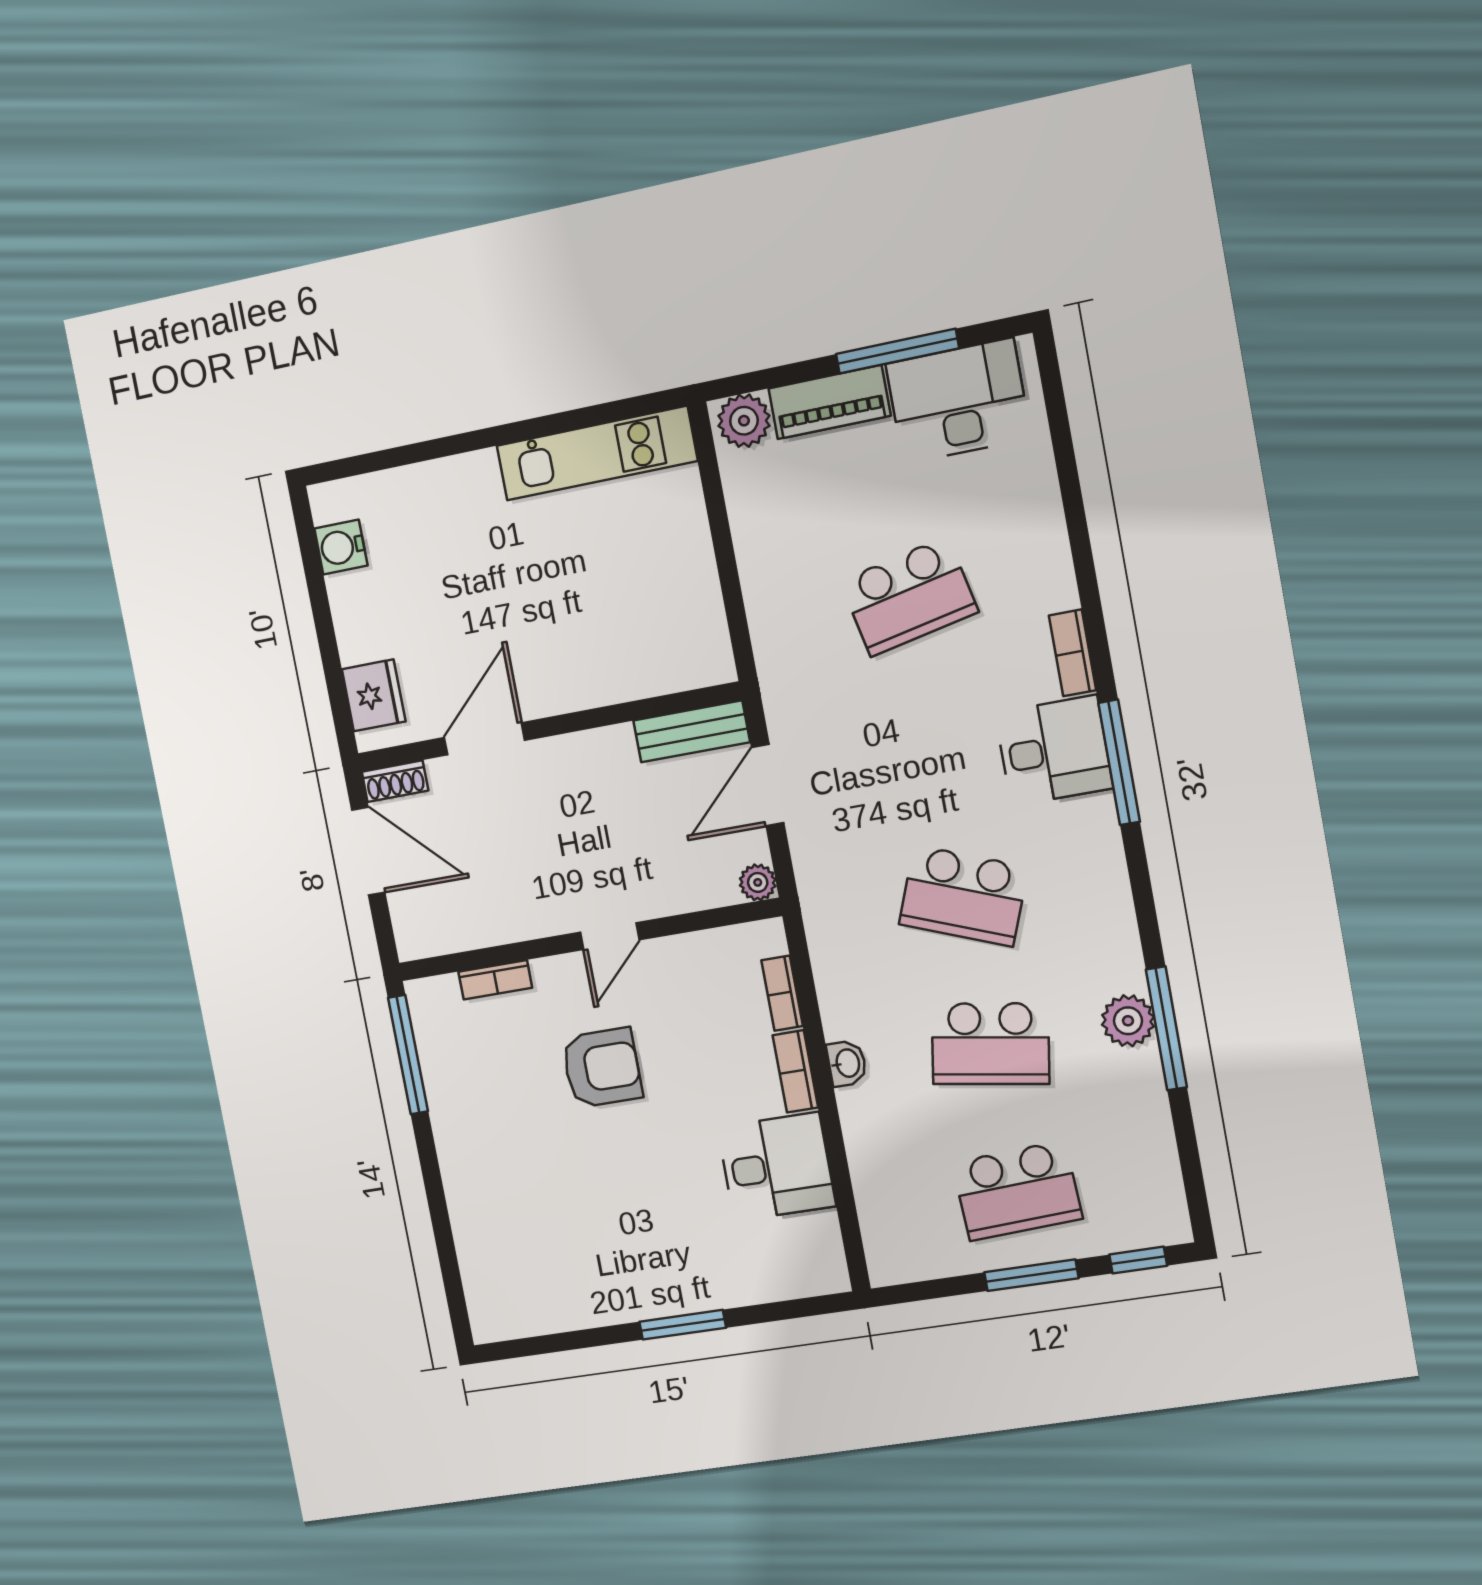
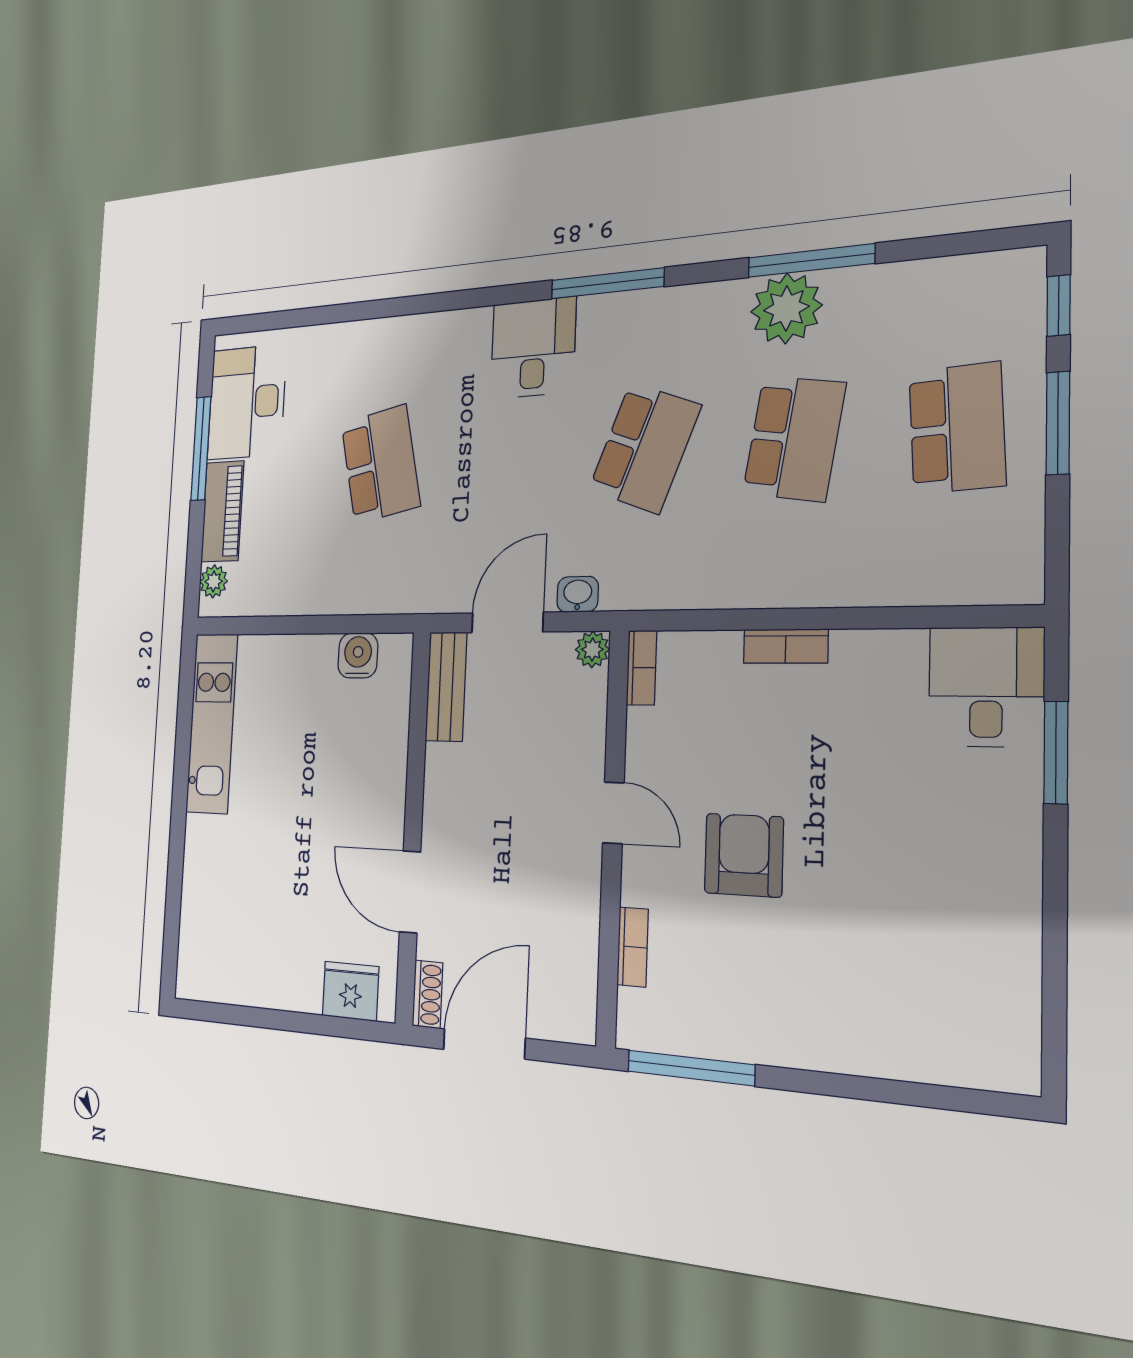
plant: (744, 421) -> (214, 581), width x0.73, depth x0.73
water cooler: (341, 547) -> (358, 655), moved, turned 180
bookcase: (1073, 653) -> (456, 324), removed
window: (1119, 762) -> (607, 283), moved
door: (768, 785) -> (507, 622), swing flipped
bookcase: (782, 993) -> (641, 668), moved, turned -90
plant: (1128, 1021) -> (786, 308), width x1.36, depth x1.36
washbasin: (847, 1063) -> (578, 594), moved
desk: (776, 1167) -> (986, 687), moved
window: (683, 1325) -> (1056, 752), moved

